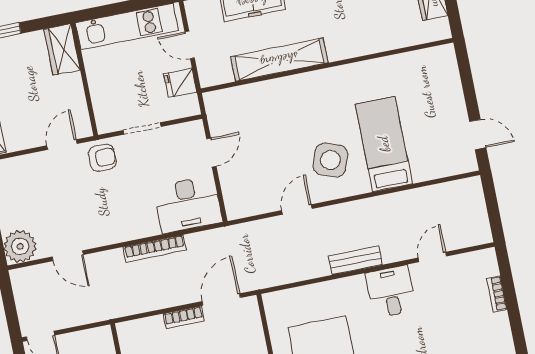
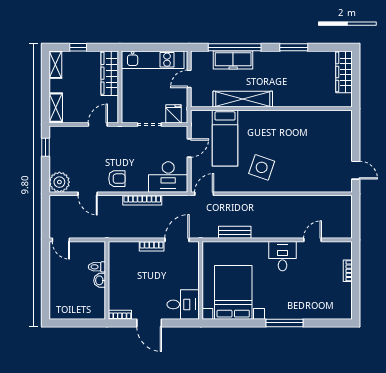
door: (190, 45) -> (189, 79), hinge flipped
wardrobe: (62, 50) -> (110, 73), width x1.50
fridge: (180, 83) -> (174, 114), moved, turned 90
bed: (384, 144) -> (225, 138), moved, turned 180
armchair: (102, 158) -> (117, 179), moved
door: (297, 210) -> (204, 194), moved
bench: (355, 260) -> (235, 232), moved

